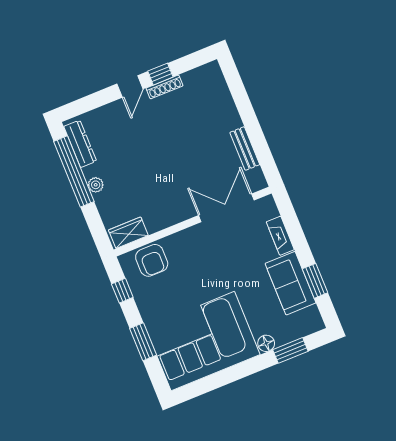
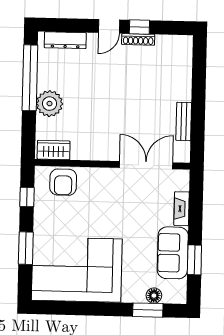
dresser: (80, 144) -> (65, 40), moved, turned 90
plant: (96, 185) -> (50, 104), width x1.88, depth x1.88
floor lamp: (266, 343) -> (154, 296), moved

